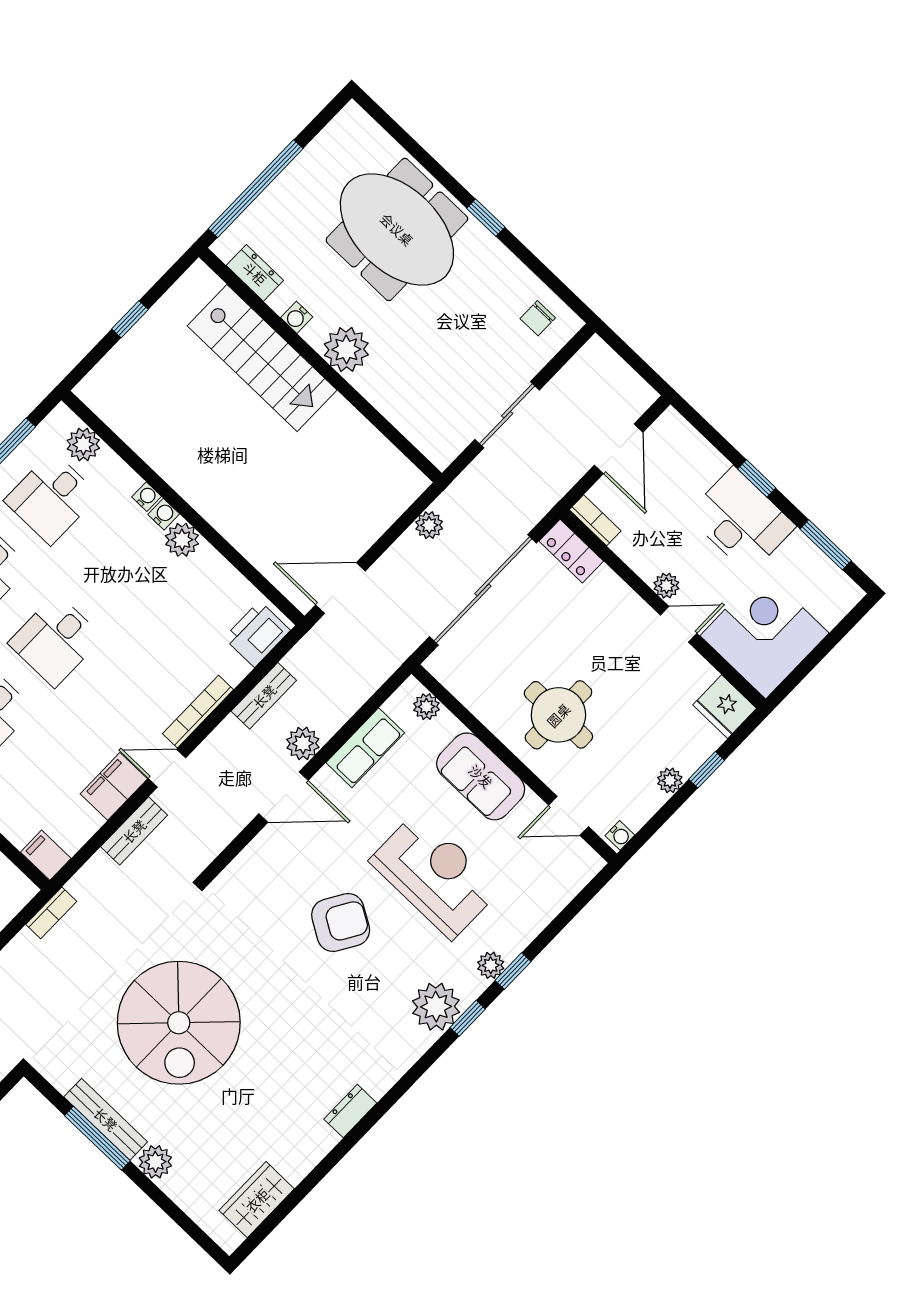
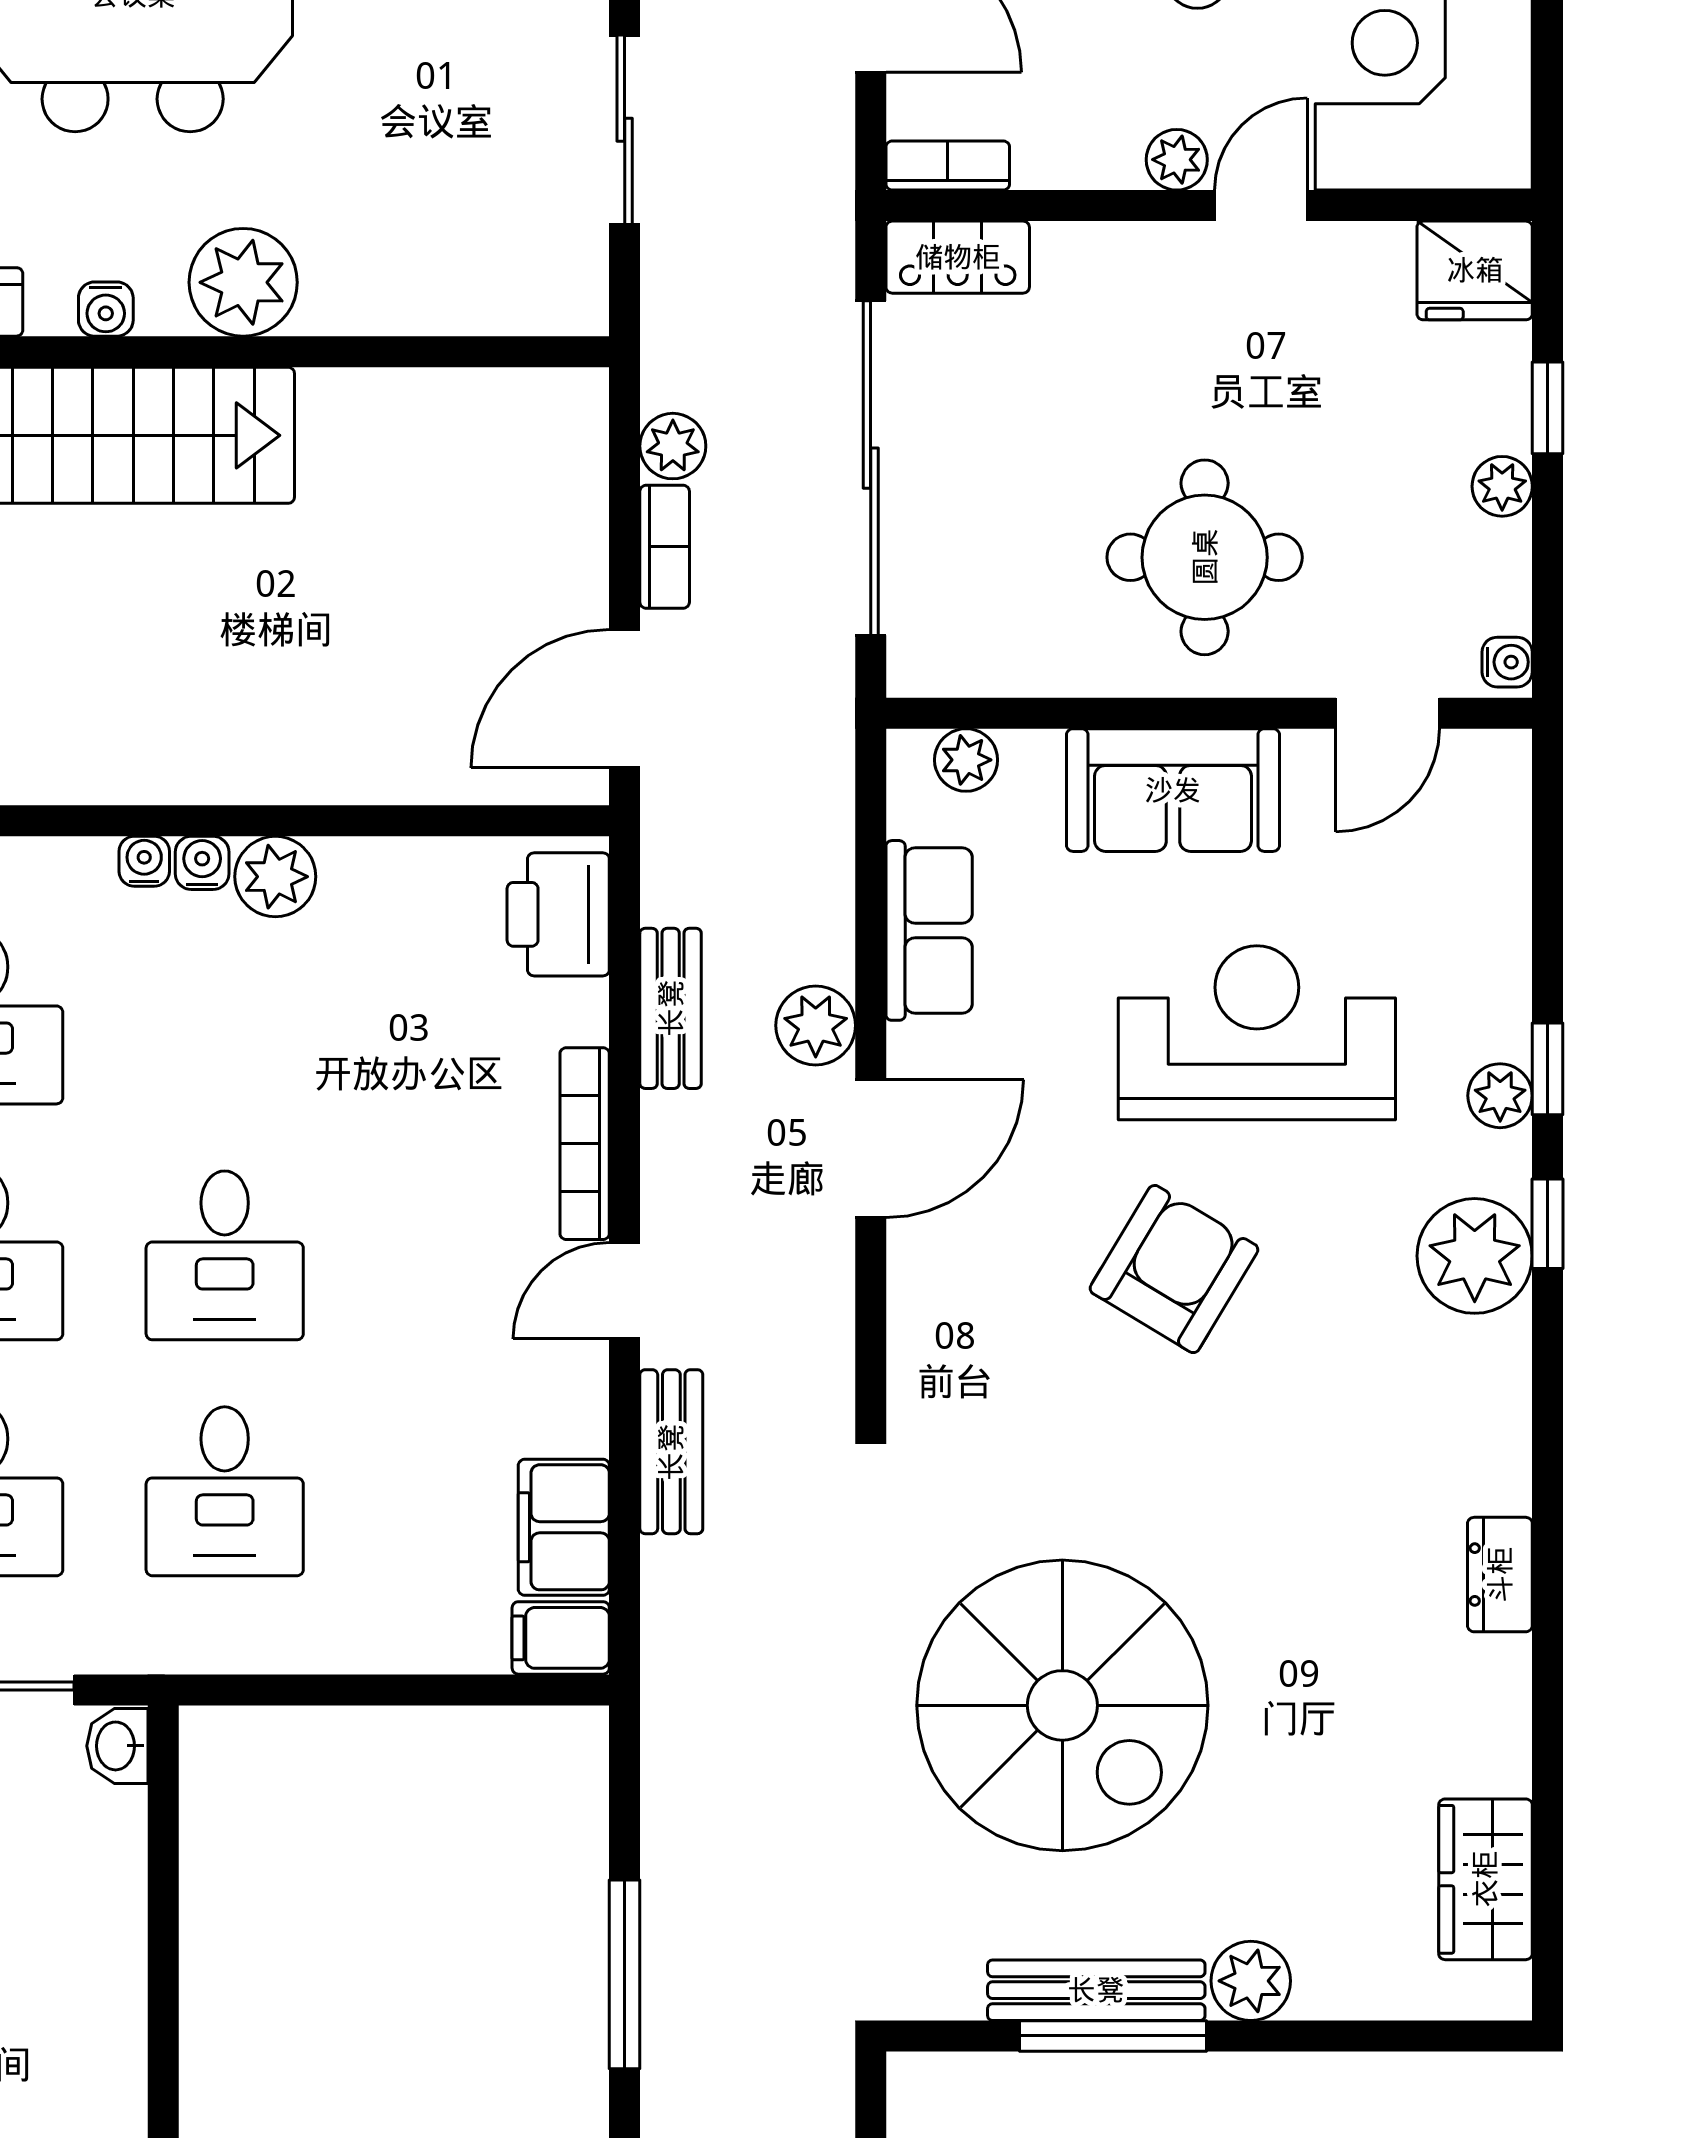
filing cabinet: (114, 786) -> (564, 1527), moved
bookcase: (51, 913) -> (665, 547), moved

